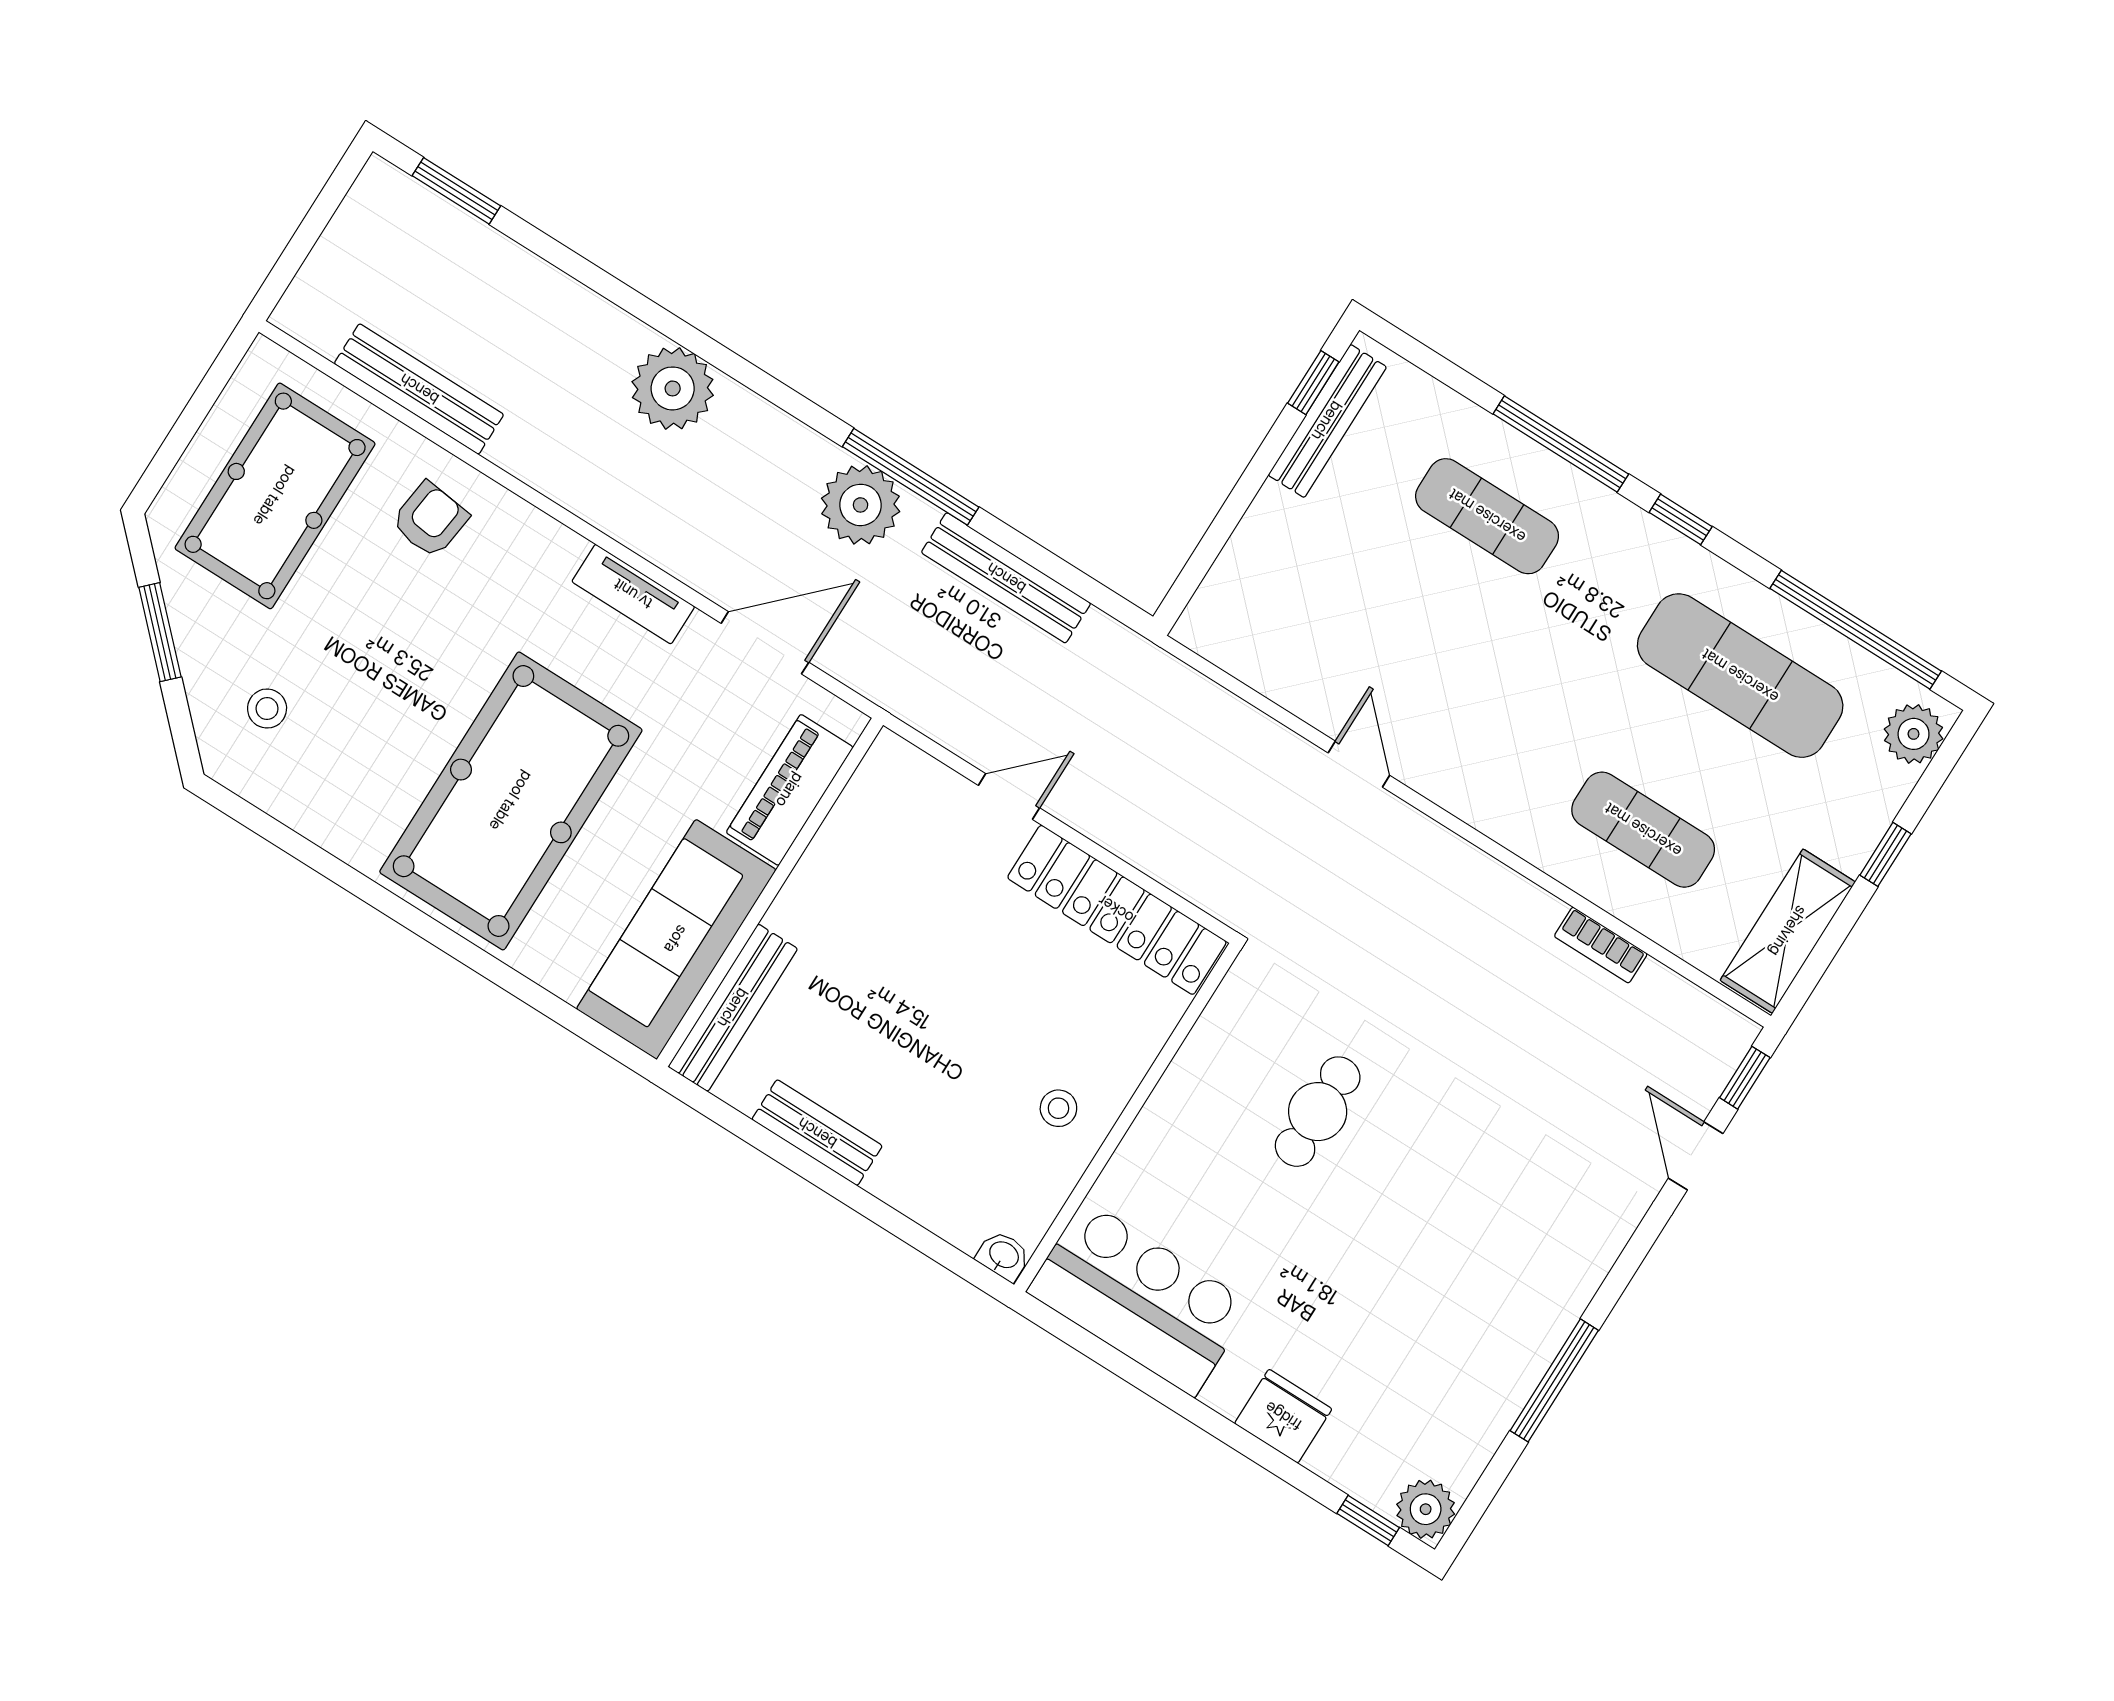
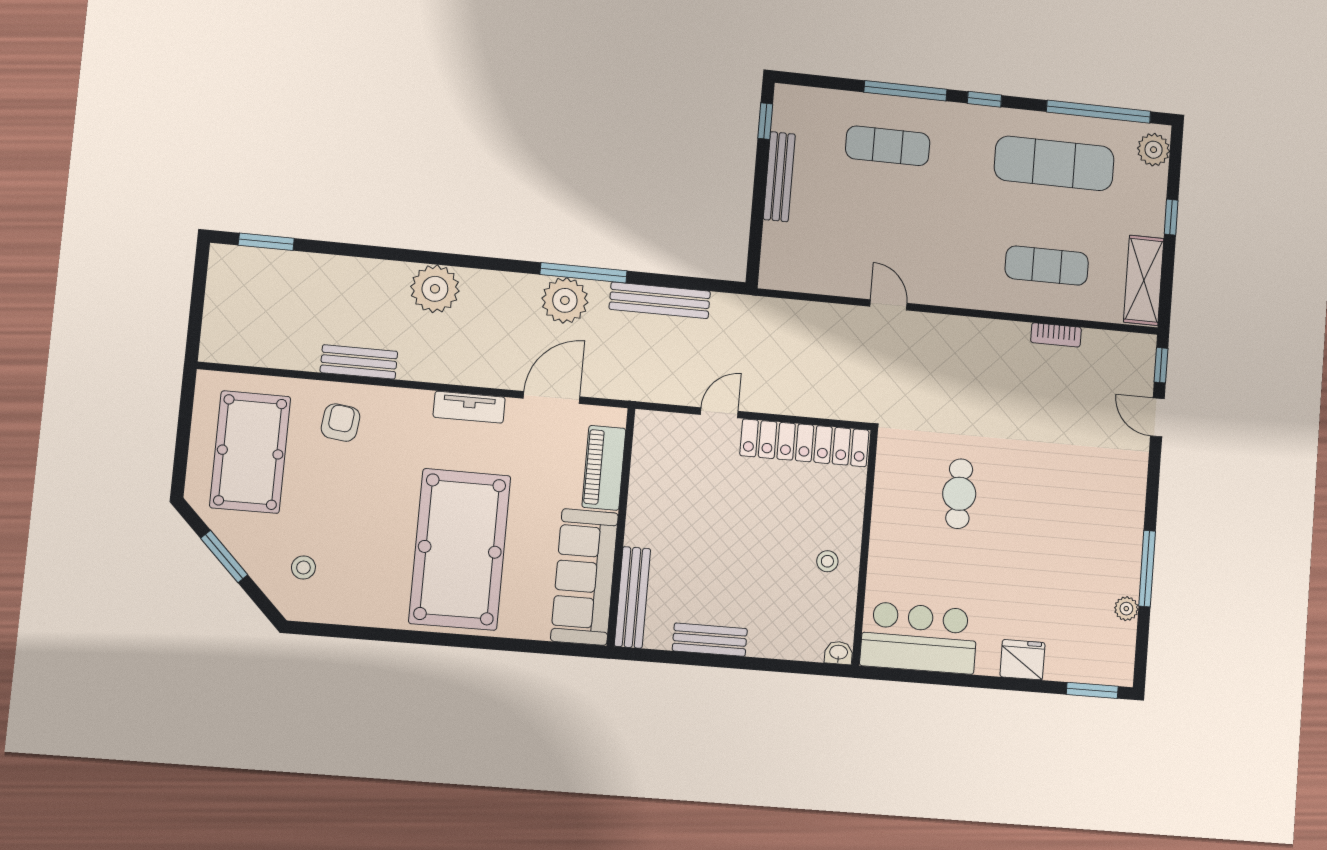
bench: (419, 389) -> (359, 362), moved, width x0.73
bench: (1327, 421) -> (779, 177), moved
plant: (1426, 1509) -> (1126, 609), moved, width x0.73, depth x0.73
window: (1368, 1520) -> (1092, 690), width x1.50

